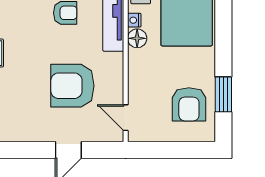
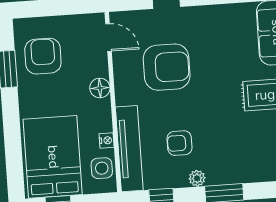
floor lamp: (137, 38) -> (100, 88), moved

